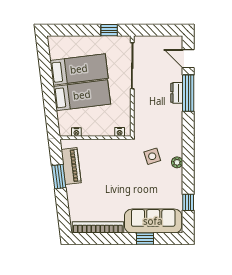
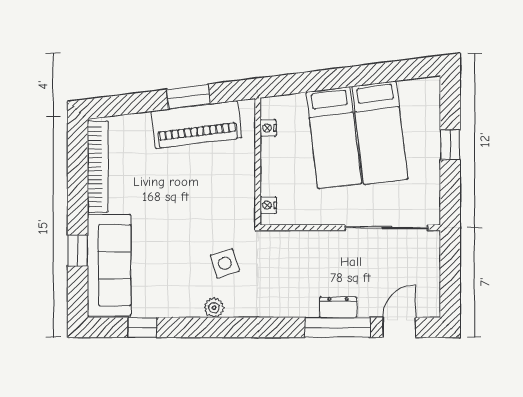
window: (109, 30) -> (450, 145), moved
piano: (71, 166) -> (196, 124), width x1.37, depth x1.33

